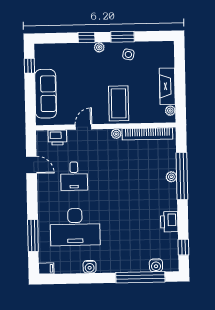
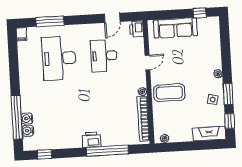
window: (87, 37) -> (230, 121), moved
fireplace: (167, 86) -> (209, 134), moved
door: (84, 127) -> (147, 62), hinge flipped
printer: (57, 138) -> (137, 29), moved
desk: (74, 176) -> (104, 56), width x1.37
plant: (171, 177) -> (106, 141), removed
printer: (169, 222) -> (92, 140), moved
water cooler: (90, 267) -> (27, 119), moved

